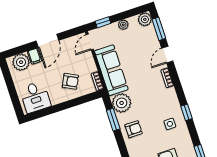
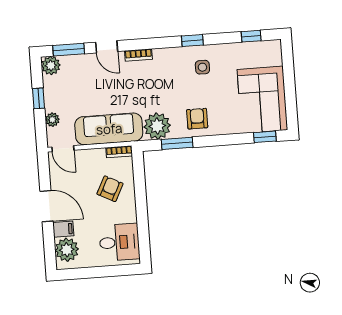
window: (103, 22) -> (39, 98), moved
plant: (123, 25) -> (52, 120), moved

